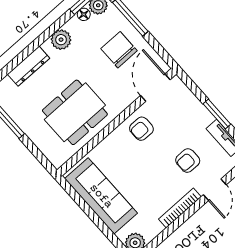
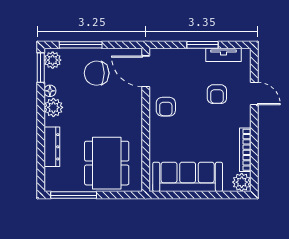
floor lamp: (84, 14) -> (50, 91), moved
dining table: (75, 112) -> (107, 163), moved
bookcase: (180, 208) -> (245, 150), moved

